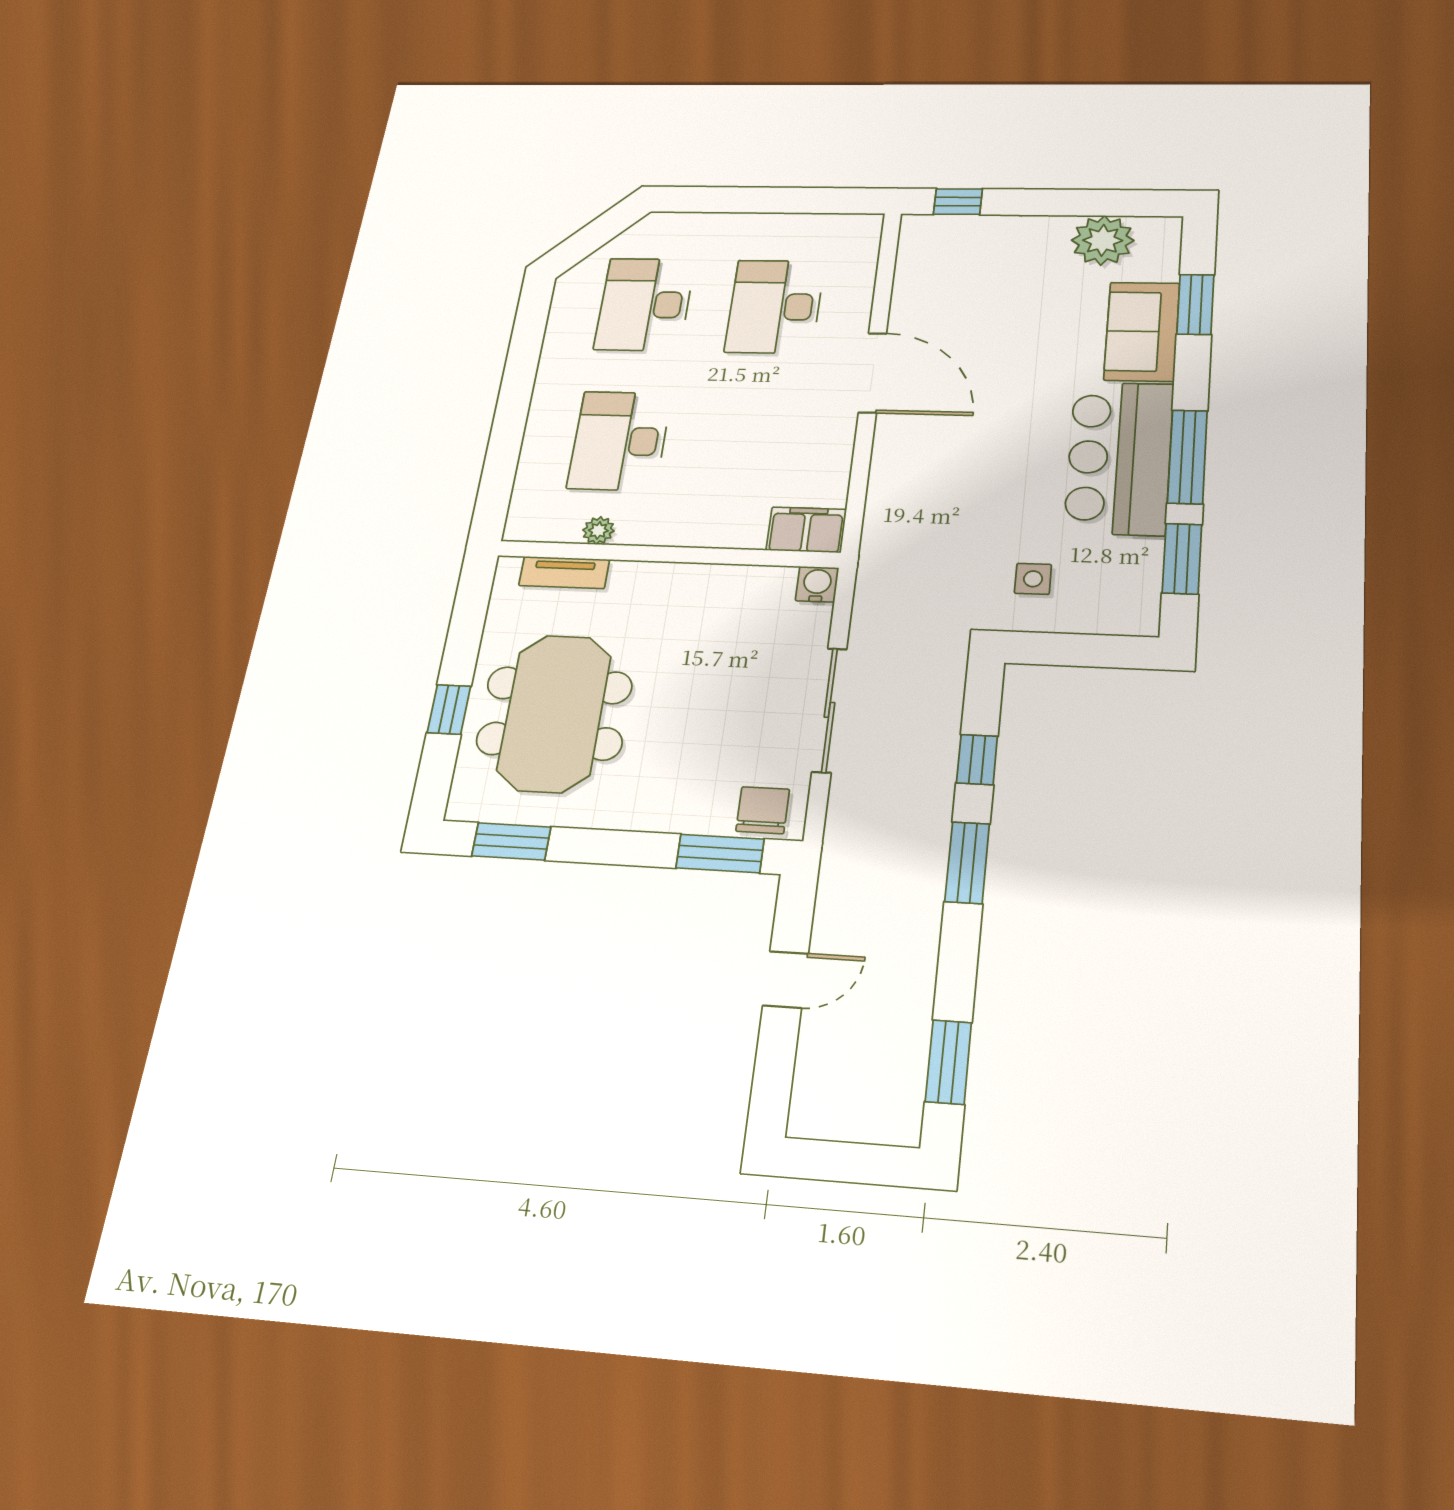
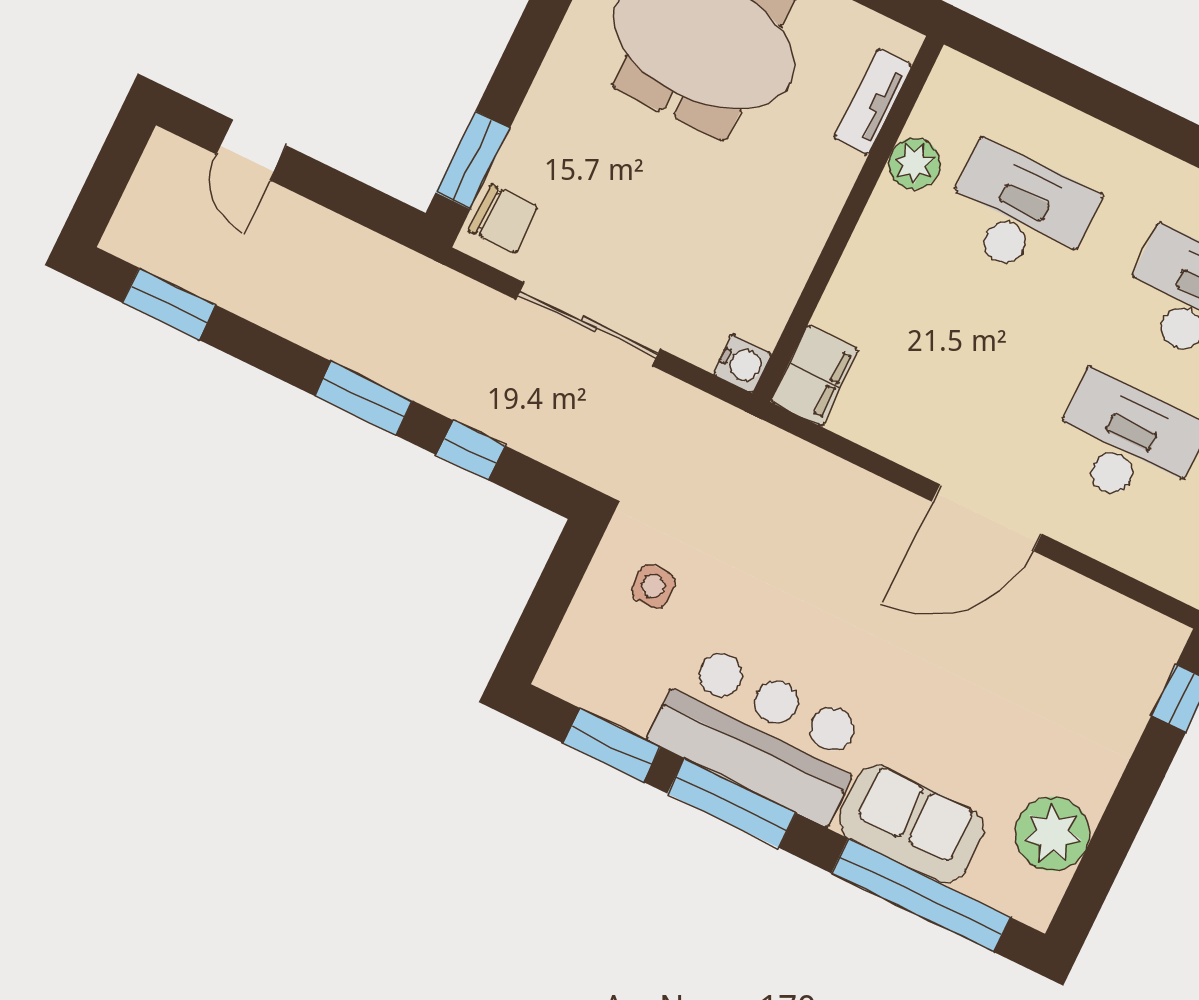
window: (1195, 304) -> (921, 895), width x2.11
plant: (598, 530) -> (914, 164), width x1.38, depth x1.38
door: (786, 980) -> (251, 150), moved

